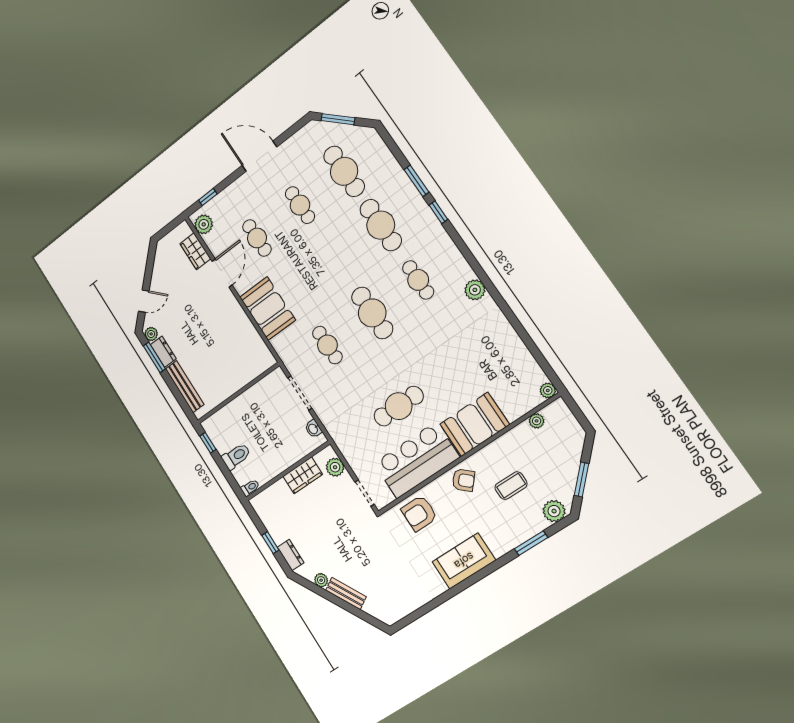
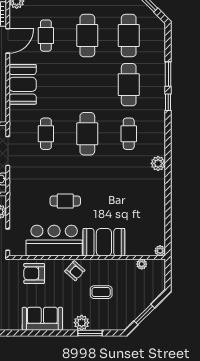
cafe table: (300, 205) -> (87, 36), width x1.37, depth x1.35
cafe table: (399, 406) -> (65, 201), width x0.73, depth x0.74
plant: (554, 511) -> (82, 323), moved

